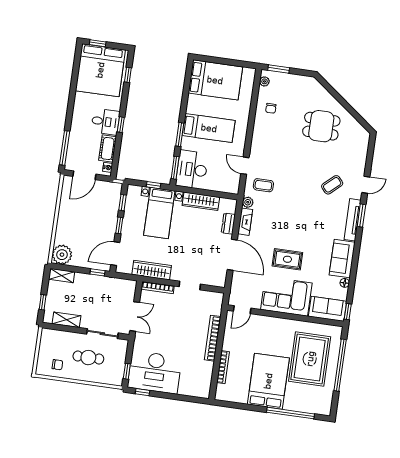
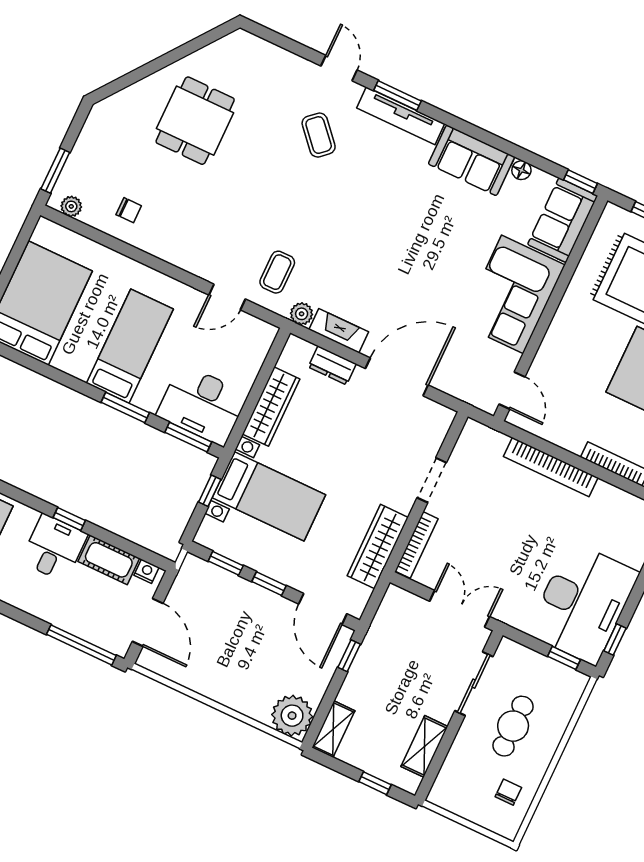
rug: (287, 259) -> (439, 270), removed

